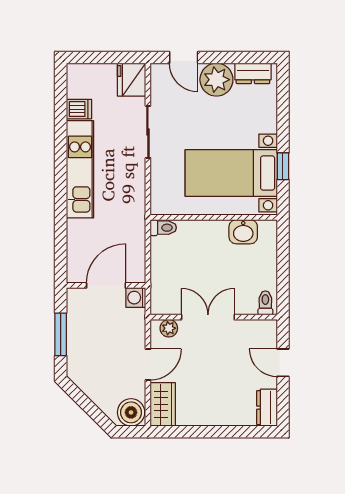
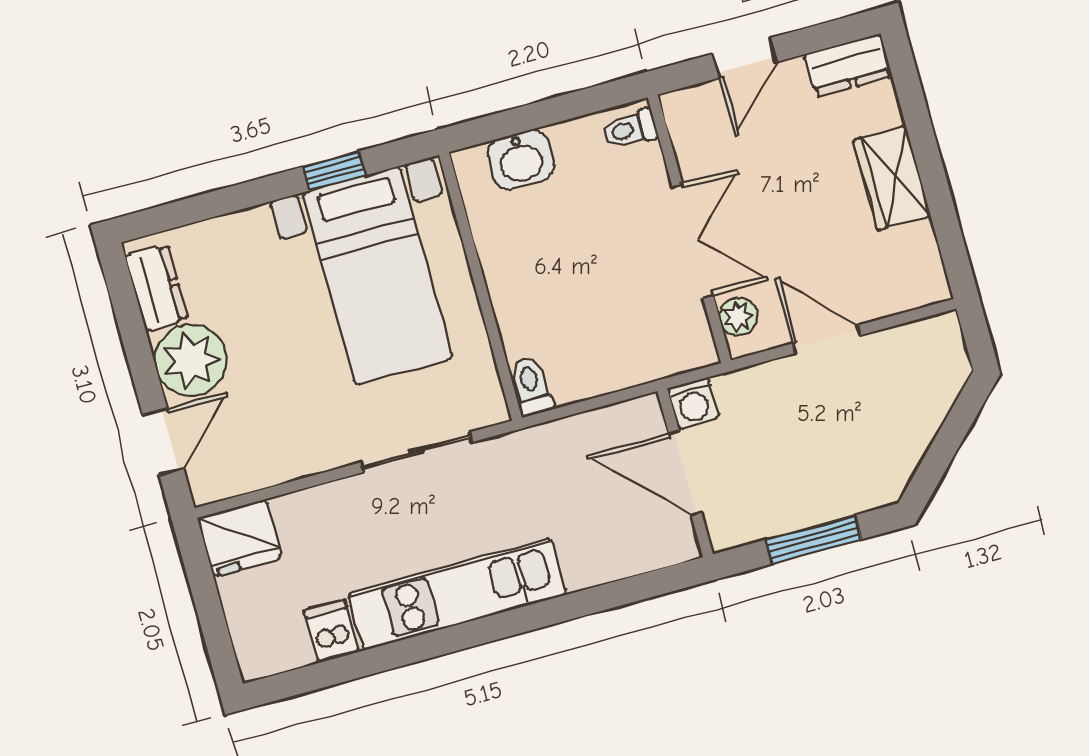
sliding door: (148, 132) -> (416, 452), moved
washbasin: (243, 232) -> (521, 160), moved, turned 90
double door: (208, 317) -> (693, 241), swing flipped
wardrobe: (163, 404) -> (892, 178), moved, turned -90
boiler: (131, 412) -> (936, 347), removed

